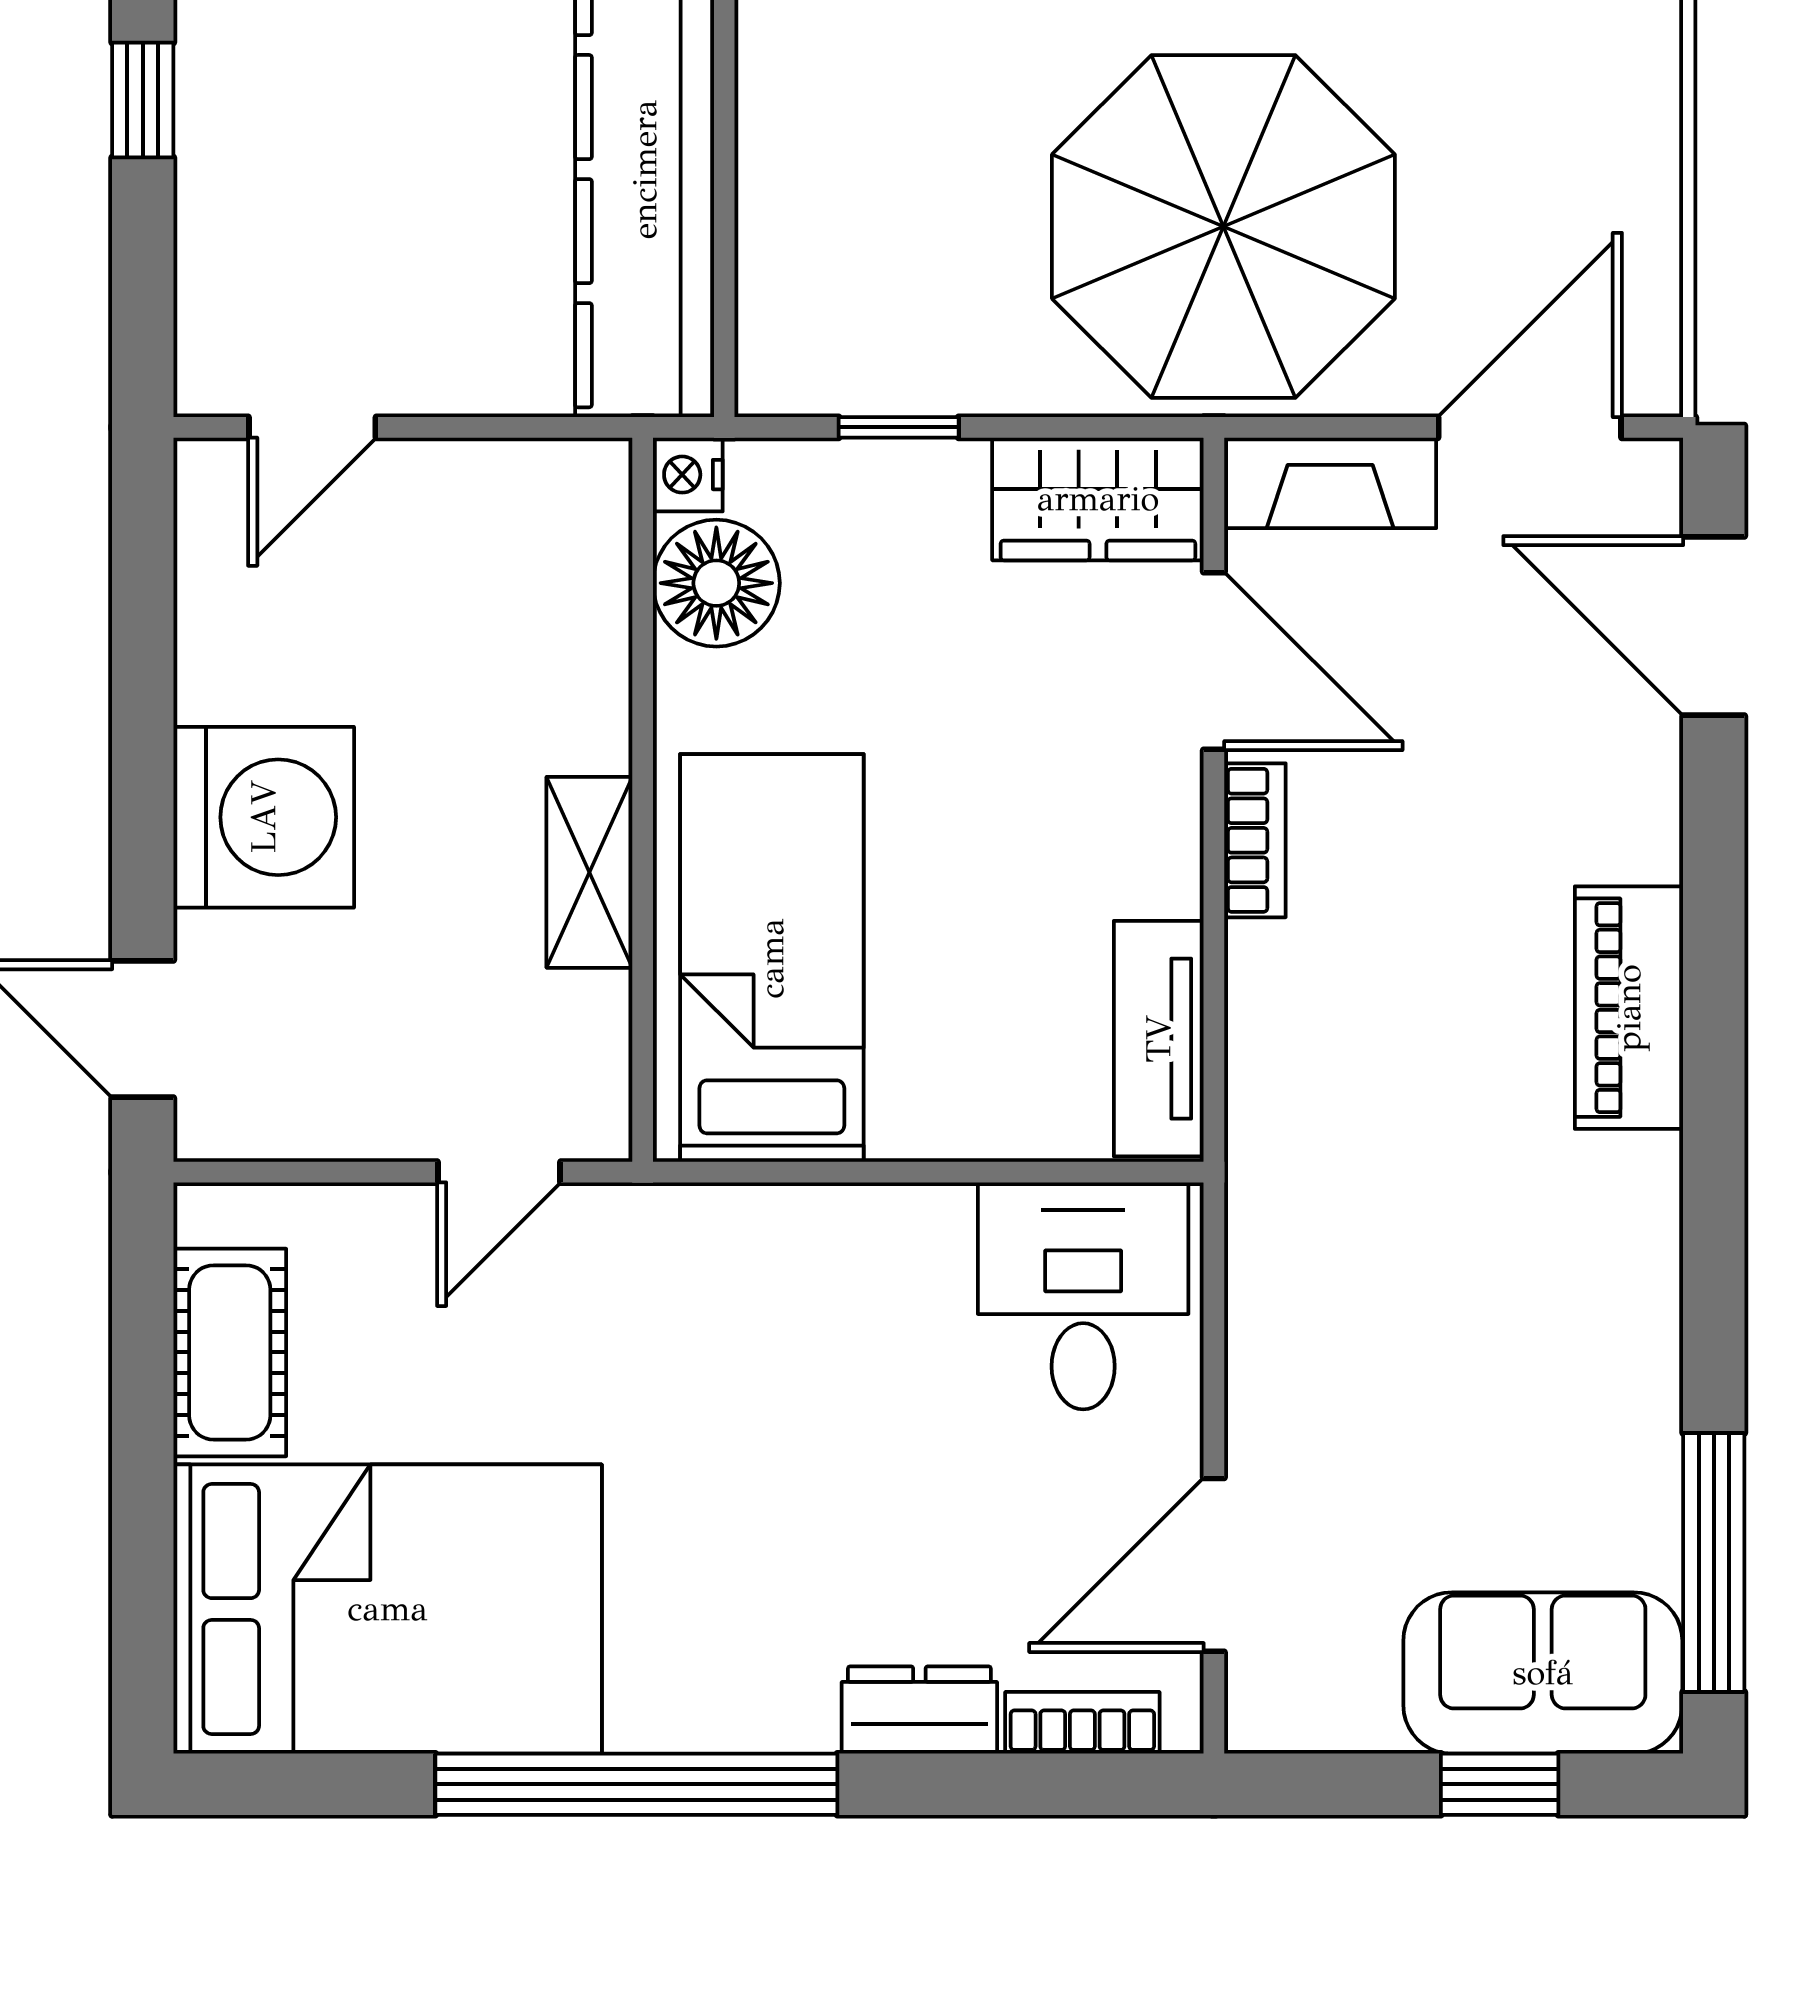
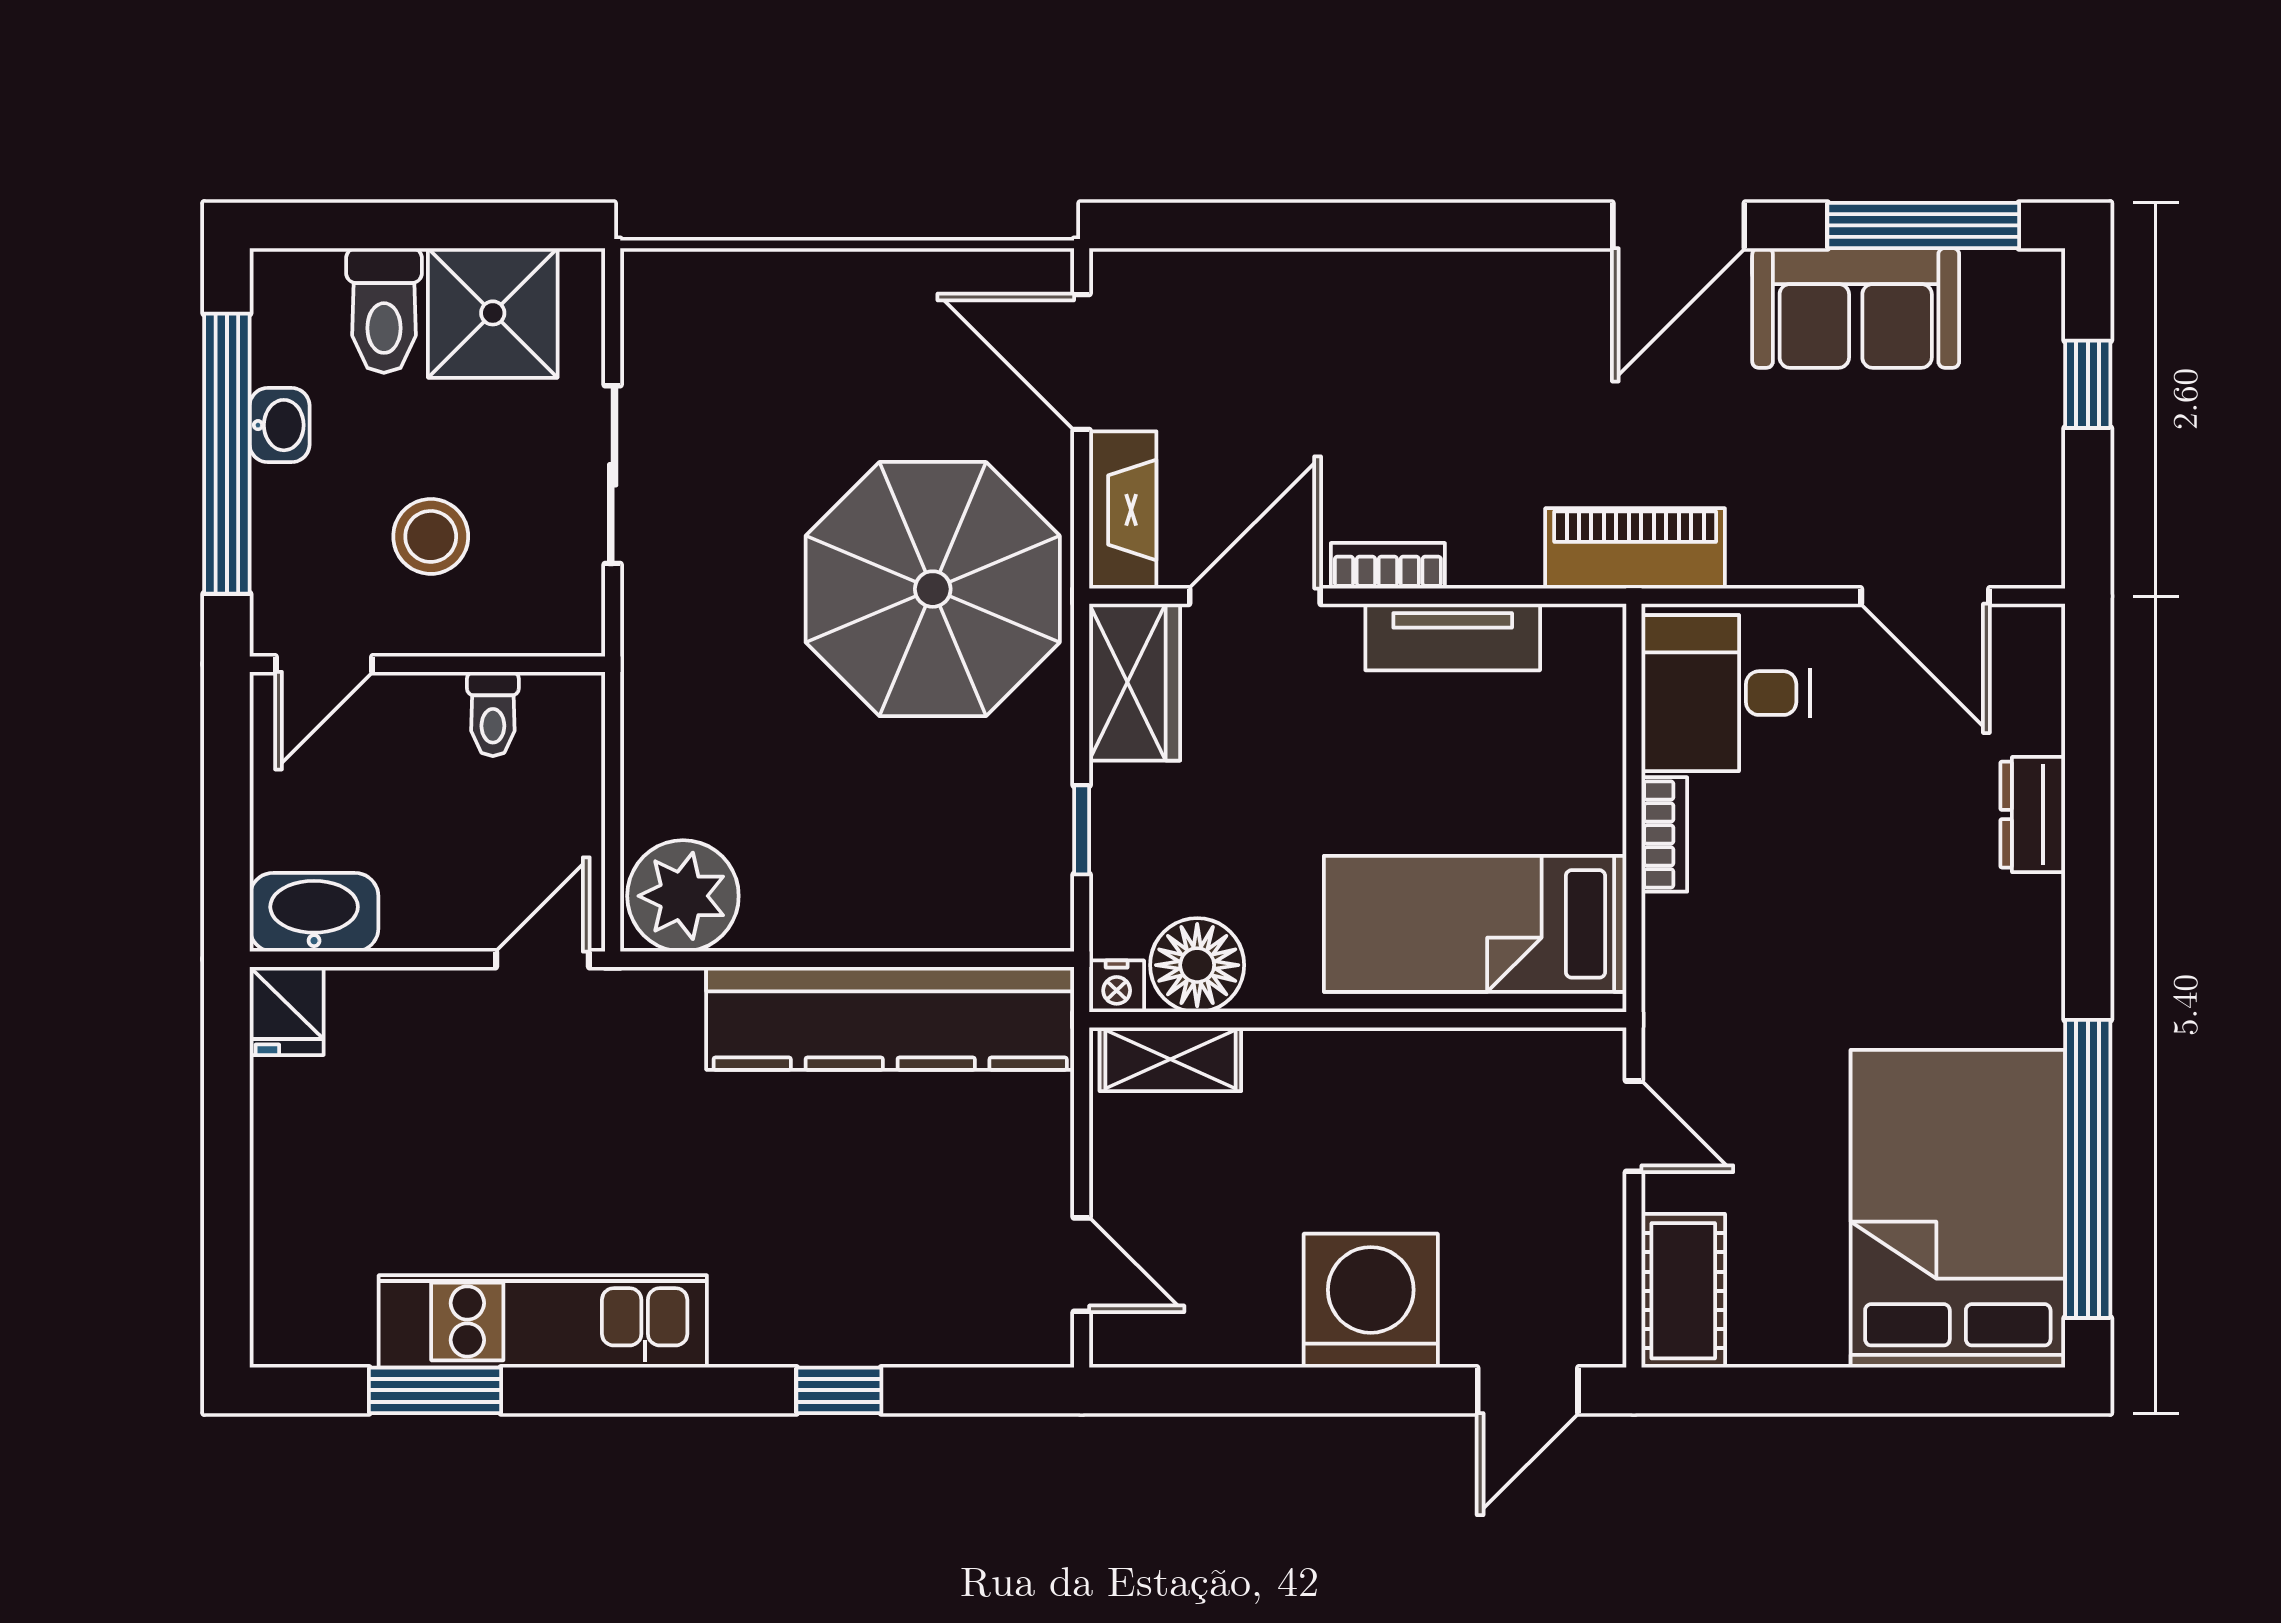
door: (1714, 626) -> (1679, 225), moved
shelving: (589, 872) -> (1170, 1059), moved
piano: (1629, 1008) -> (1635, 548), moved, turned 180
tv unit: (1159, 1039) -> (1453, 637), moved
cot: (230, 1352) -> (1683, 1291), moved, turned 90
sofa: (1543, 1673) -> (1856, 308), moved, turned -90
bookcase: (1082, 1723) -> (1664, 834), moved, turned 180
window: (636, 1784) -> (2088, 1169), moved

